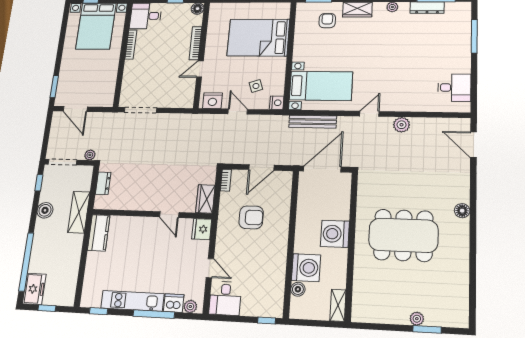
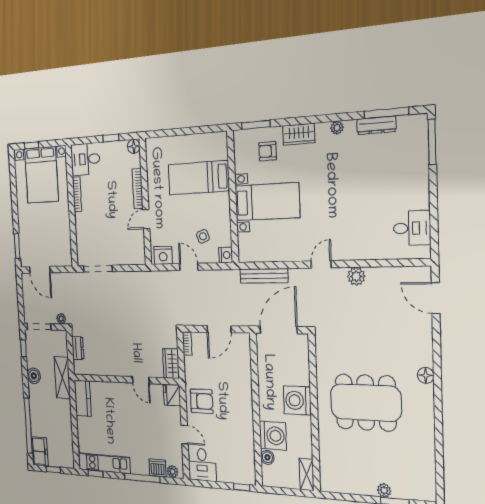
armchair: (327, 21) -> (268, 151), turned -90
window: (474, 36) -> (432, 142), moved
bed: (258, 38) -> (199, 178), width x0.67
bed with nightstands: (321, 86) -> (267, 202), moved
armchair: (251, 217) -> (202, 401), moved
kitchen unit: (132, 301) -> (104, 463), moved

